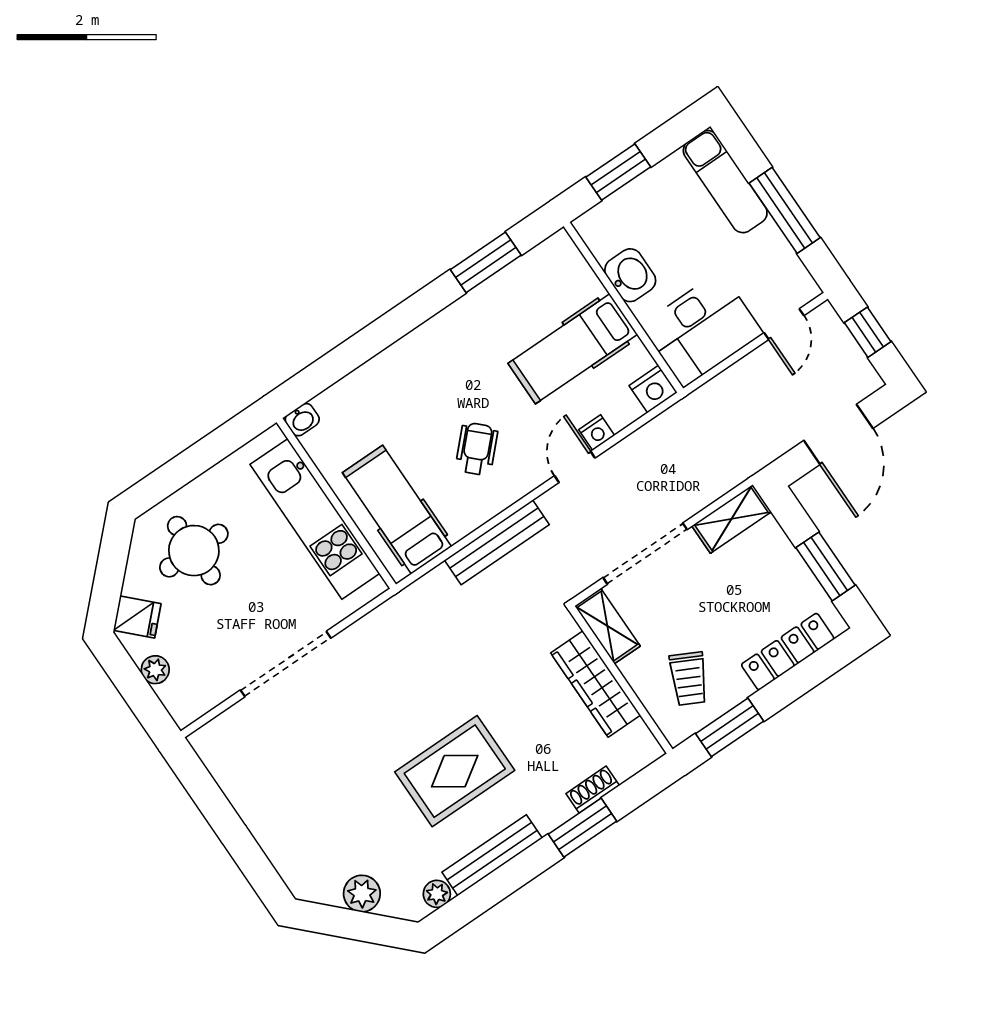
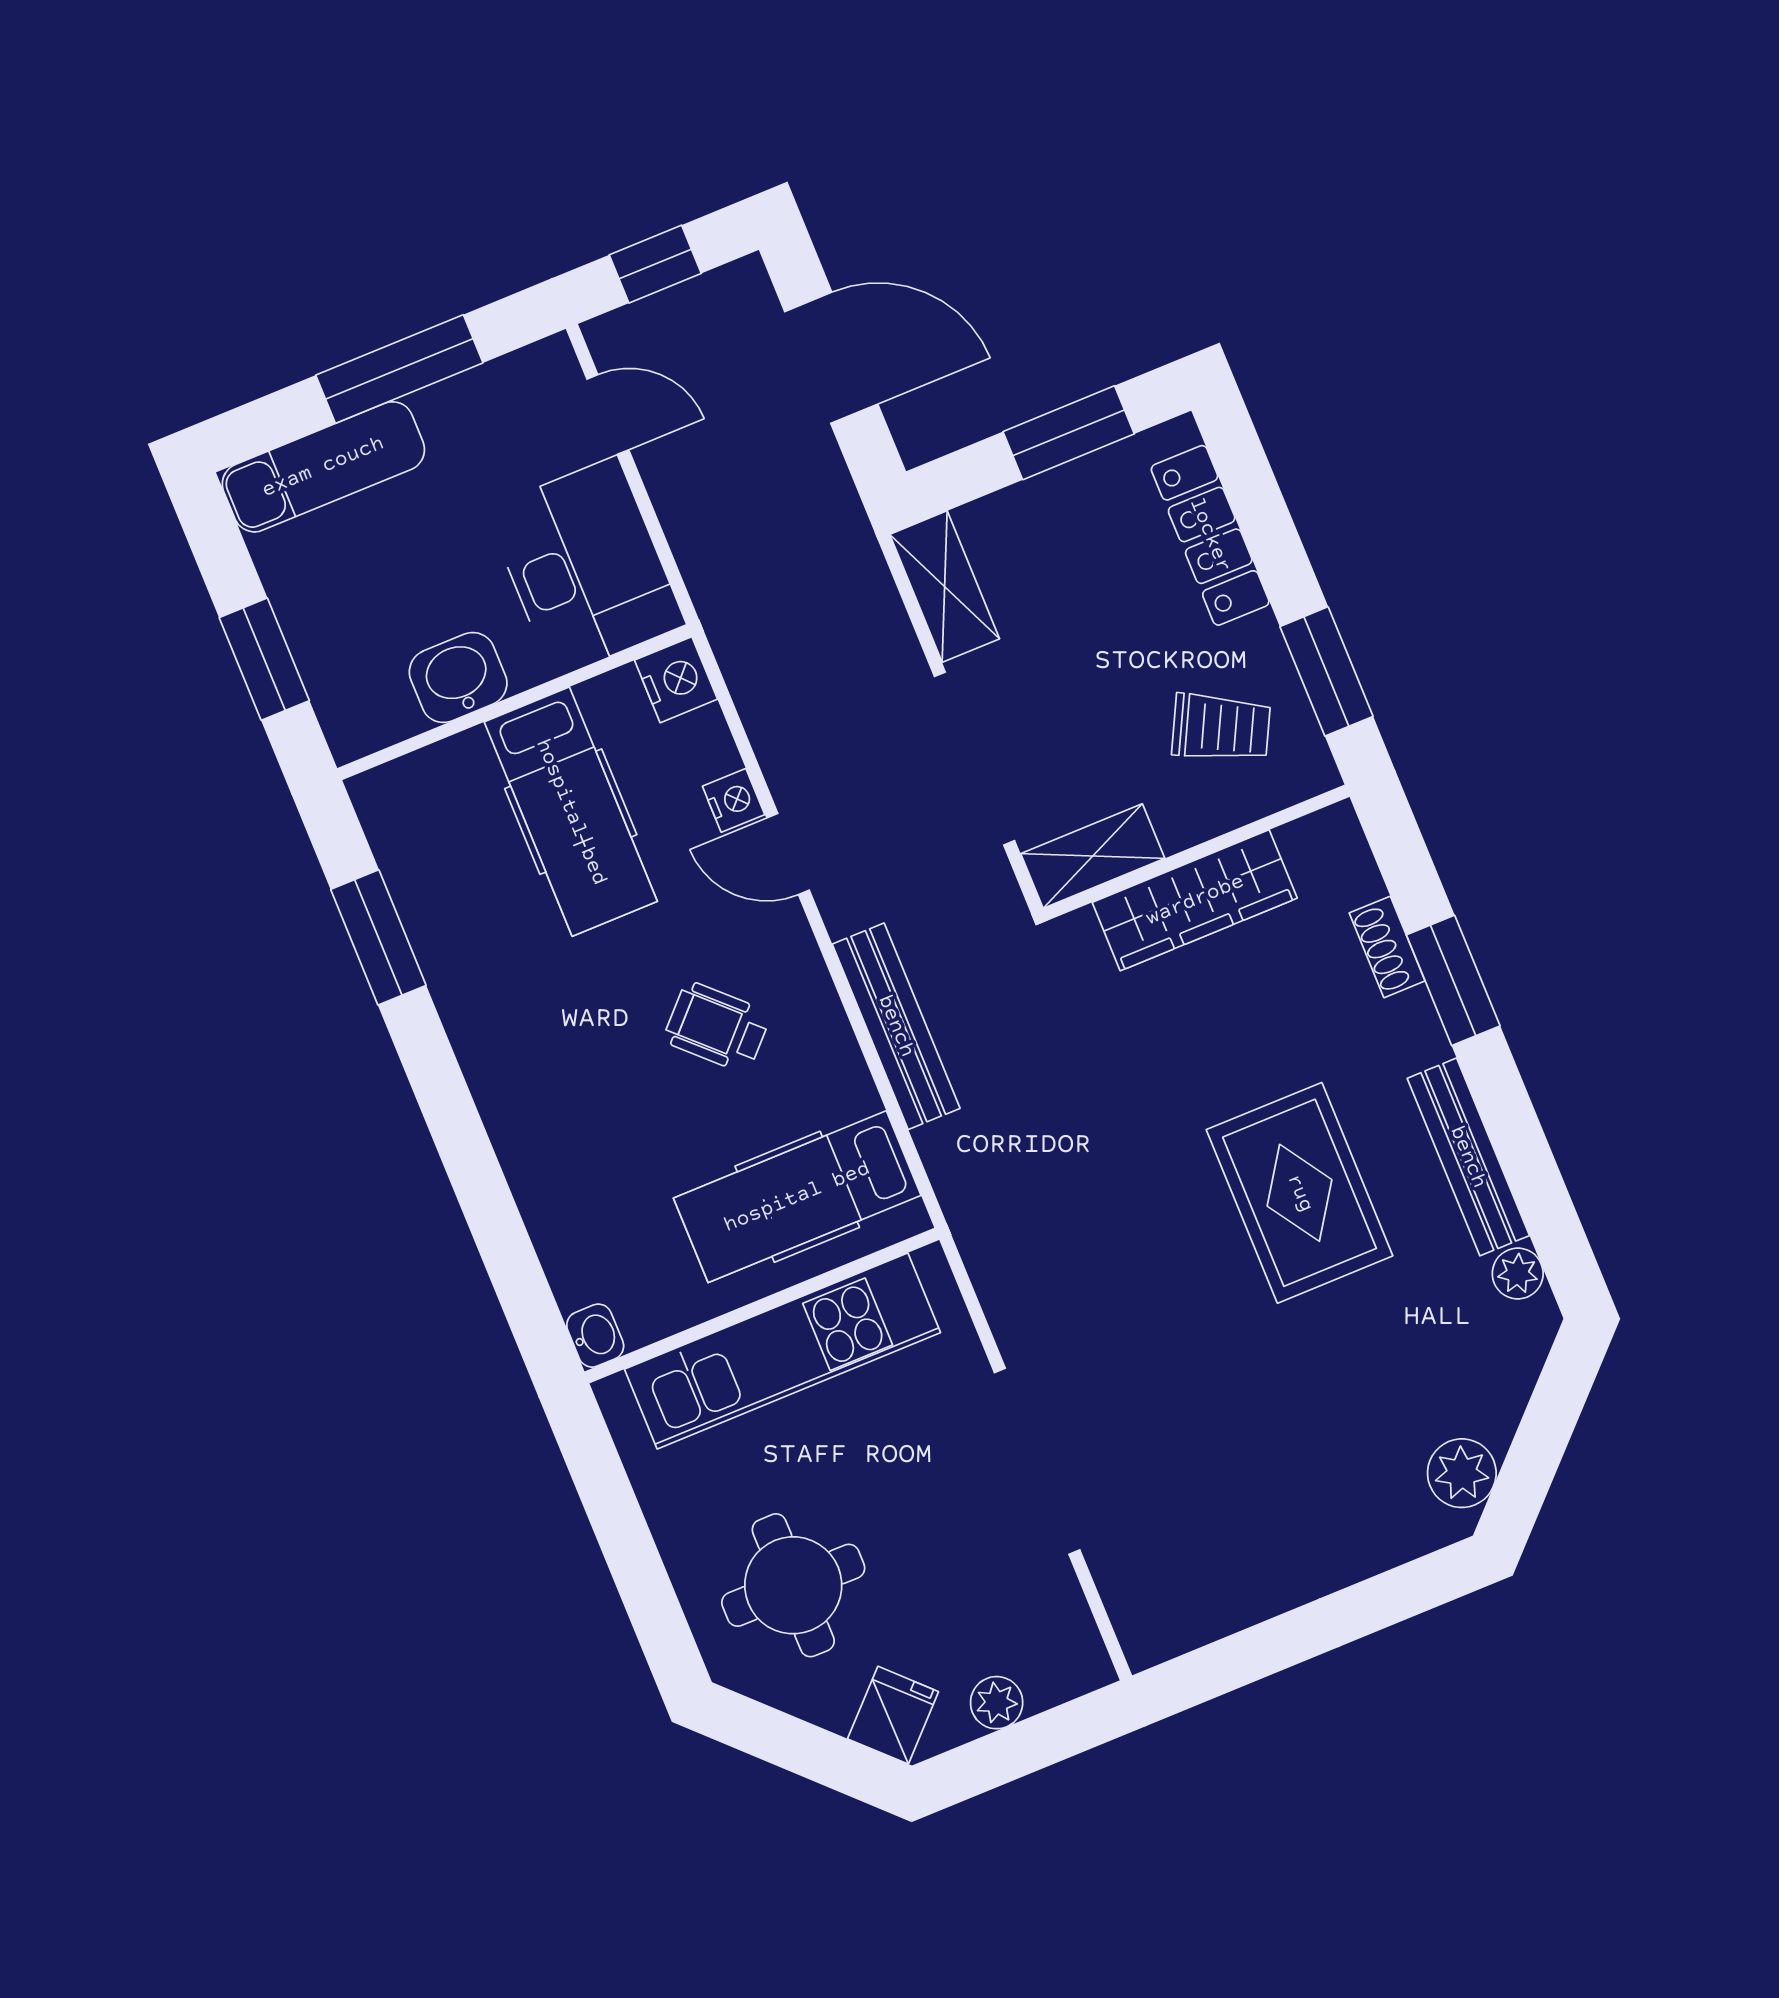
plant: (362, 894) -> (1462, 1473), moved

